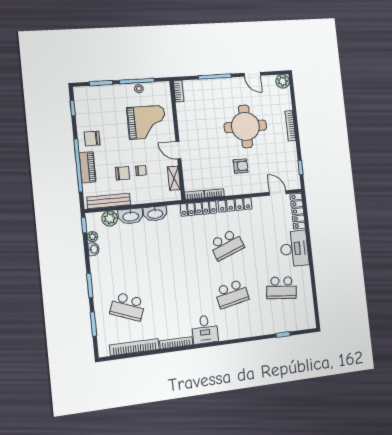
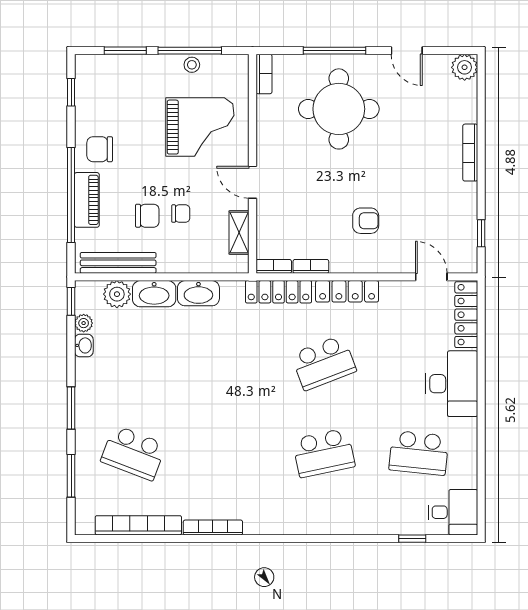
round table: (245, 126) -> (339, 109), moved
desk: (205, 329) -> (453, 512), moved, turned -90

